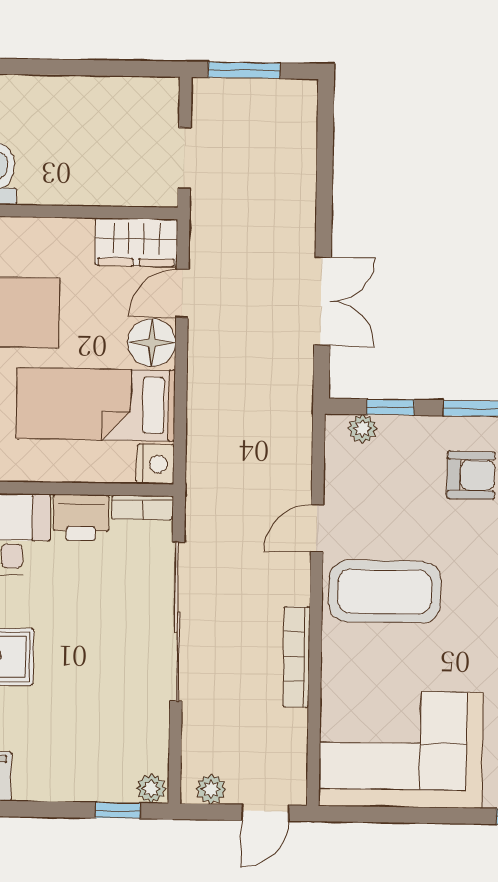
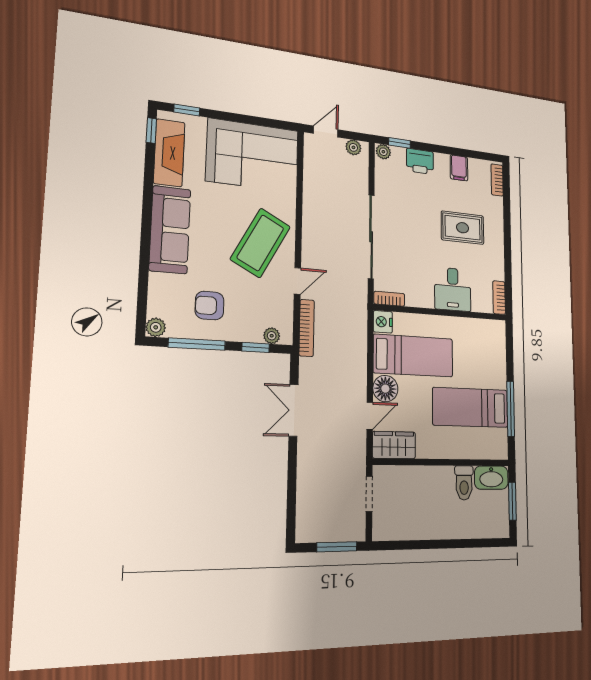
printer: (81, 517) -> (420, 161), moved, turned 180
coffee table: (385, 592) -> (260, 243), turned -62
bookcase: (296, 657) -> (307, 328), moved

